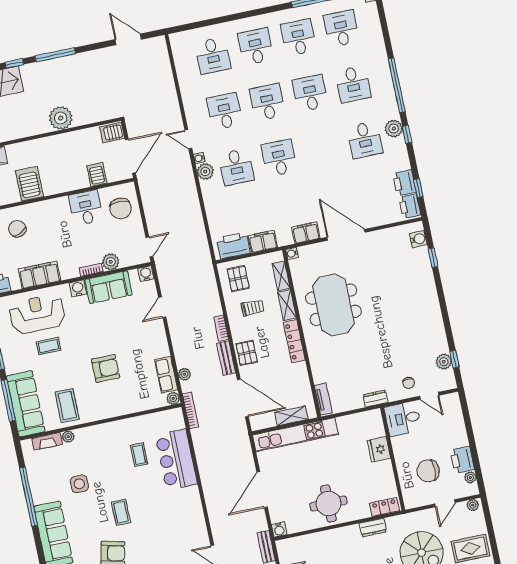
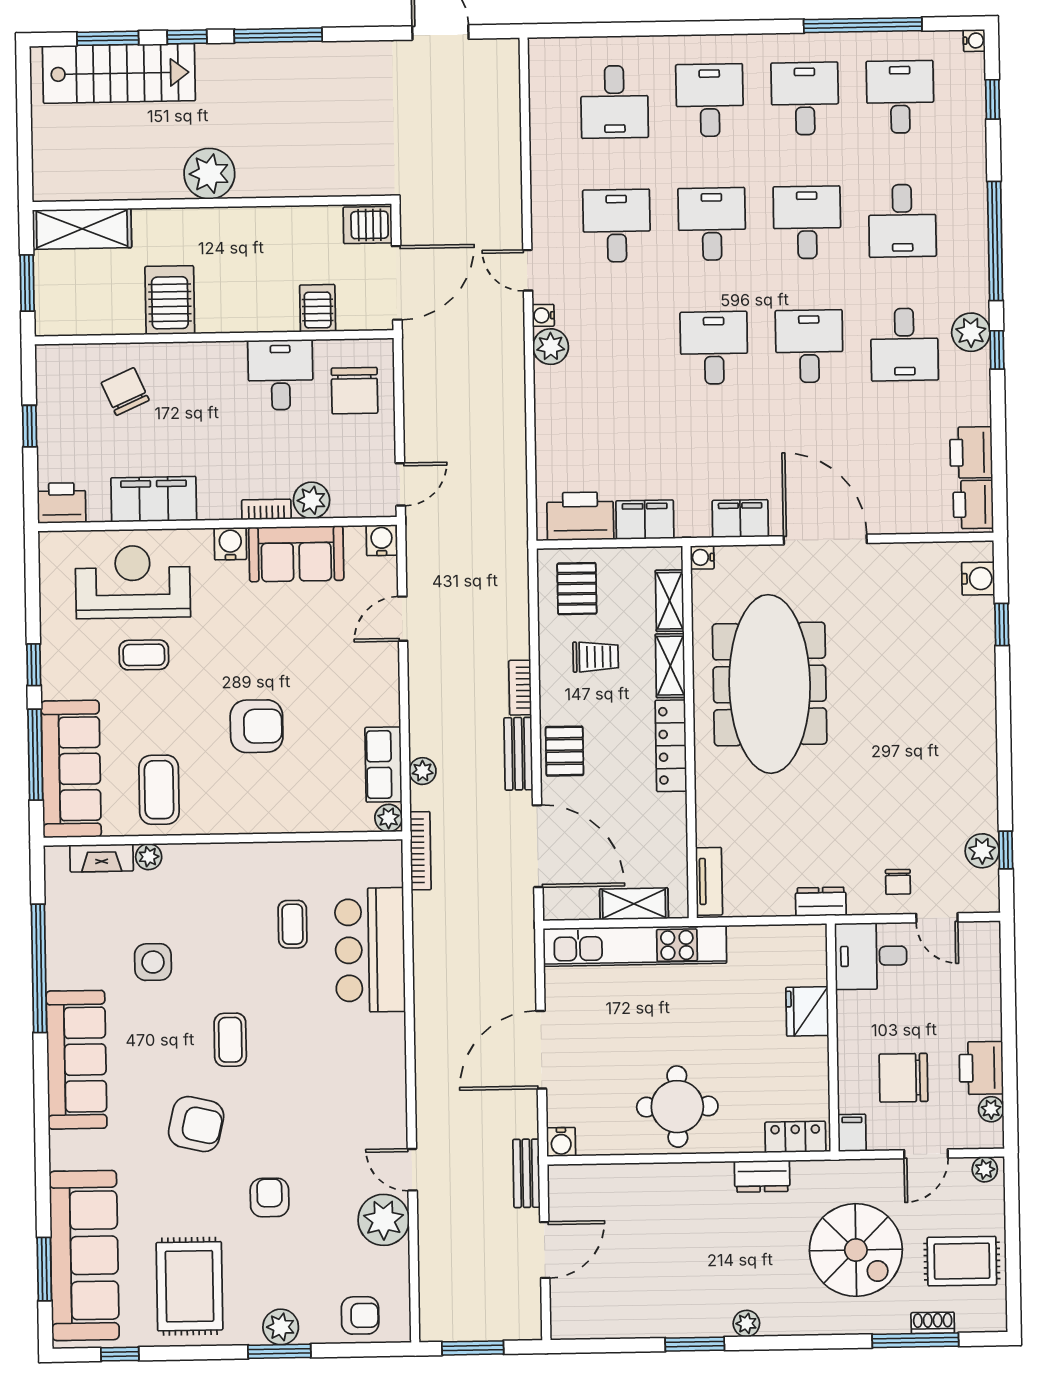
plant: (61, 118) -> (209, 174), moved
desk: (236, 167) -> (809, 346), moved, turned 180
window: (418, 188) -> (993, 99), moved
meeting table: (333, 305) -> (770, 684), width x1.36
filing cabinet: (410, 500) -> (852, 1133), added

